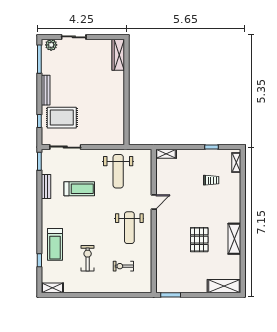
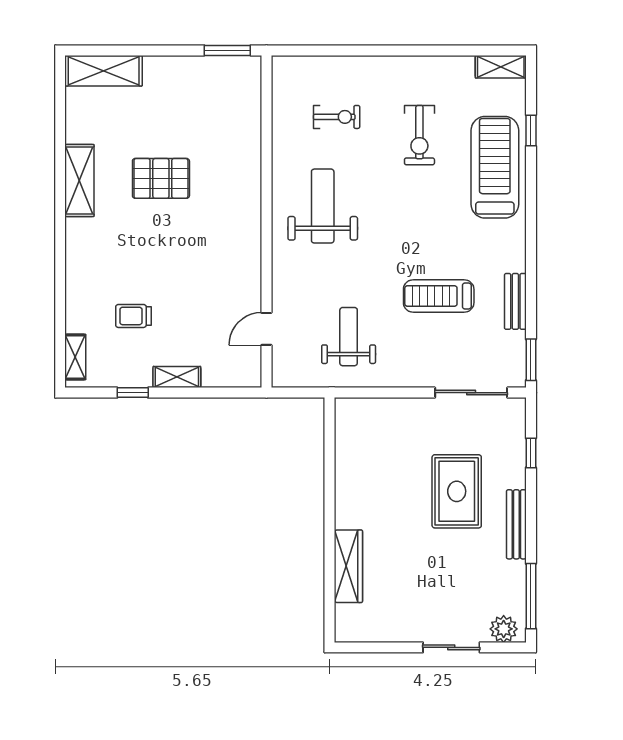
wardrobe: (118, 55) -> (348, 566), moved
rug: (62, 118) -> (457, 491), moved, turned 90
shelving: (166, 154) -> (177, 377), moved
weight bench: (118, 171) -> (349, 337), width x0.73, depth x0.75
door: (154, 202) -> (266, 329), moved
pallet: (199, 240) -> (161, 178), turned 90
treadmill: (55, 244) -> (495, 167), width x1.37, depth x1.38

